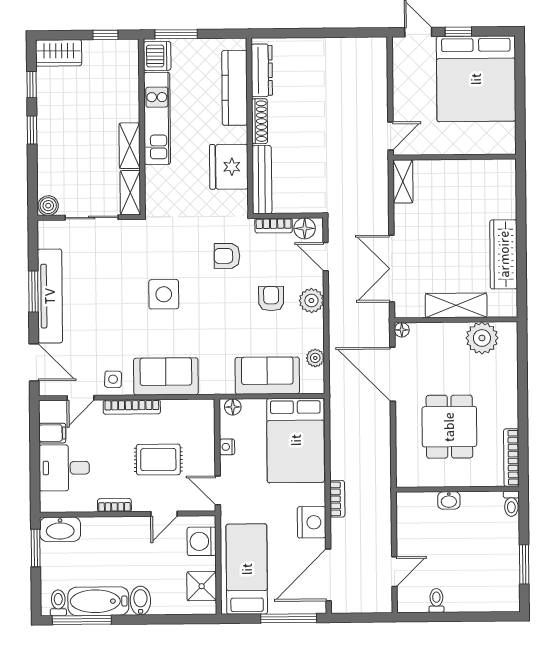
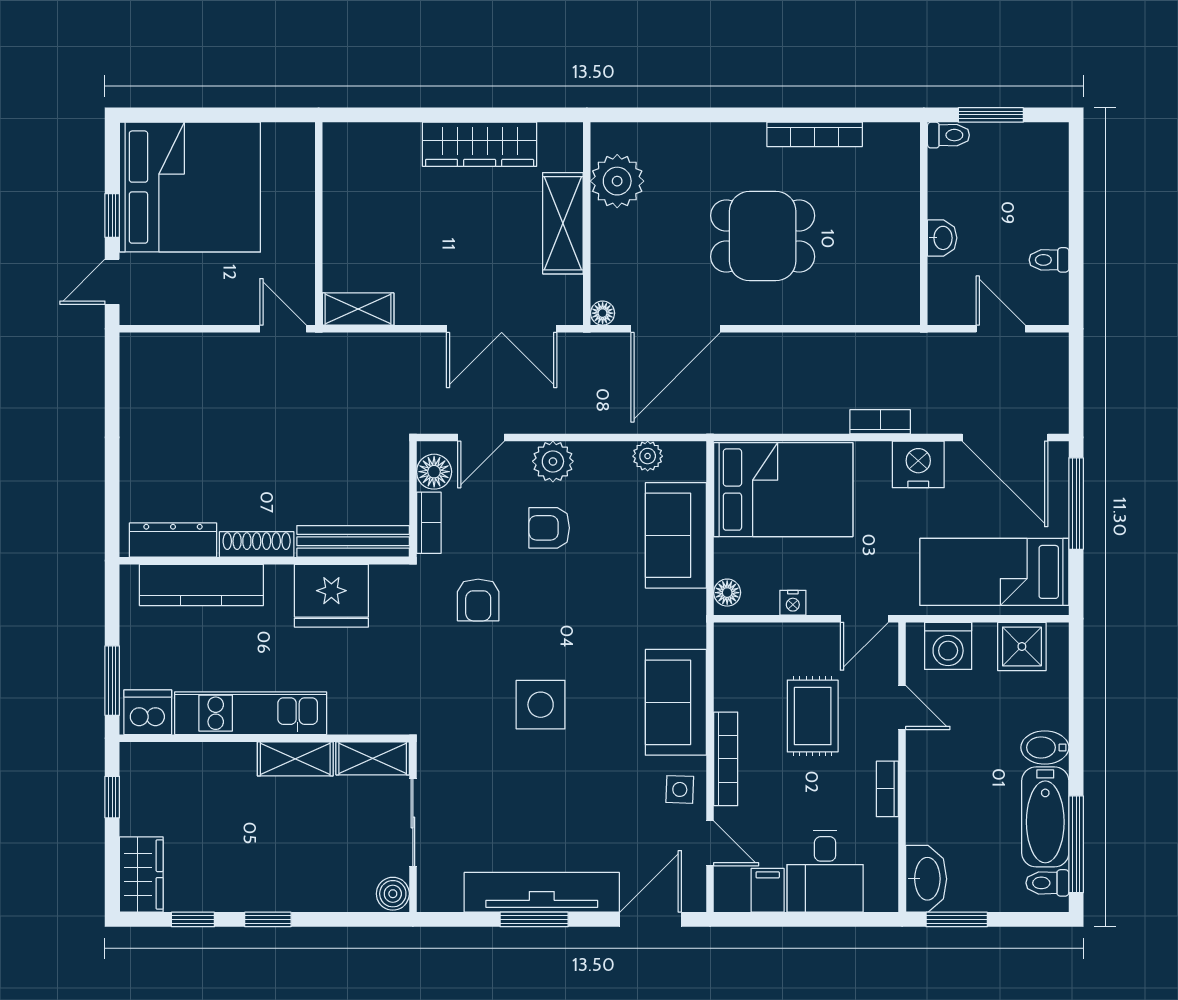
wall: (457, 489) -> (924, 224), moved
washbasin: (449, 500) -> (942, 238), moved
toilet: (511, 504) -> (948, 135), moved

